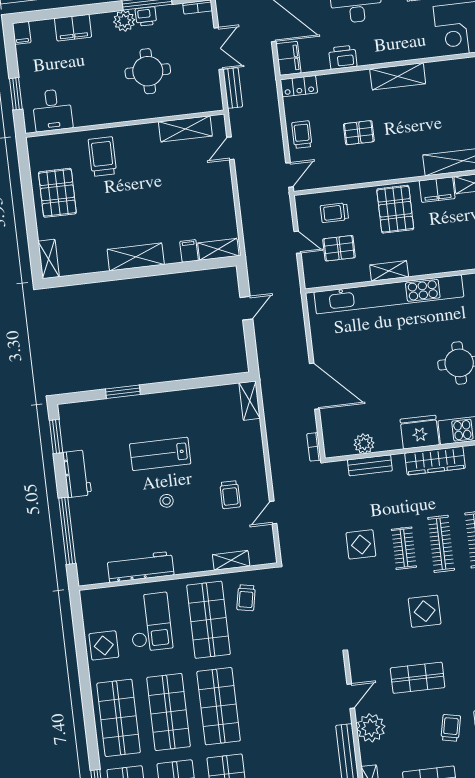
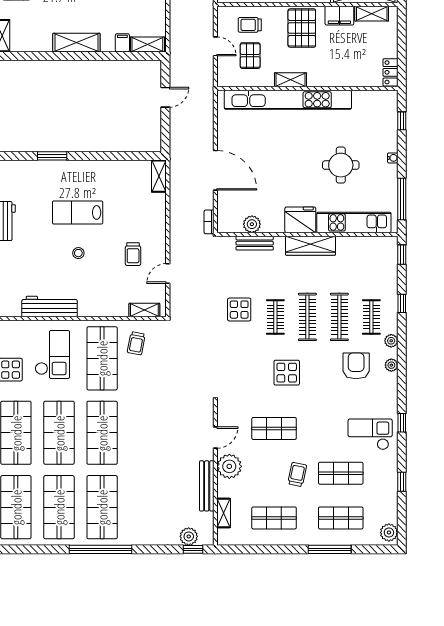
pallet: (339, 248) -> (250, 56), turned 90
shelving: (231, 560) -> (144, 310), moved

